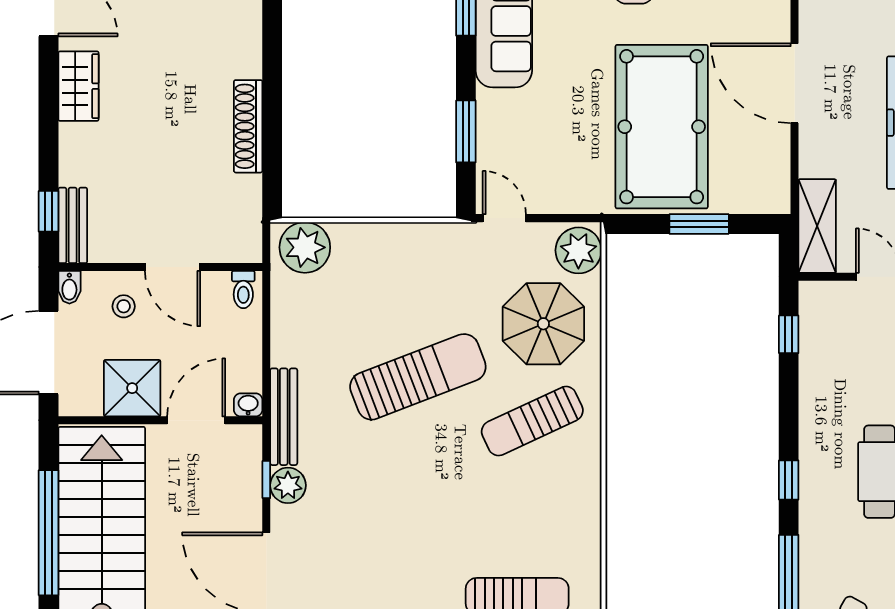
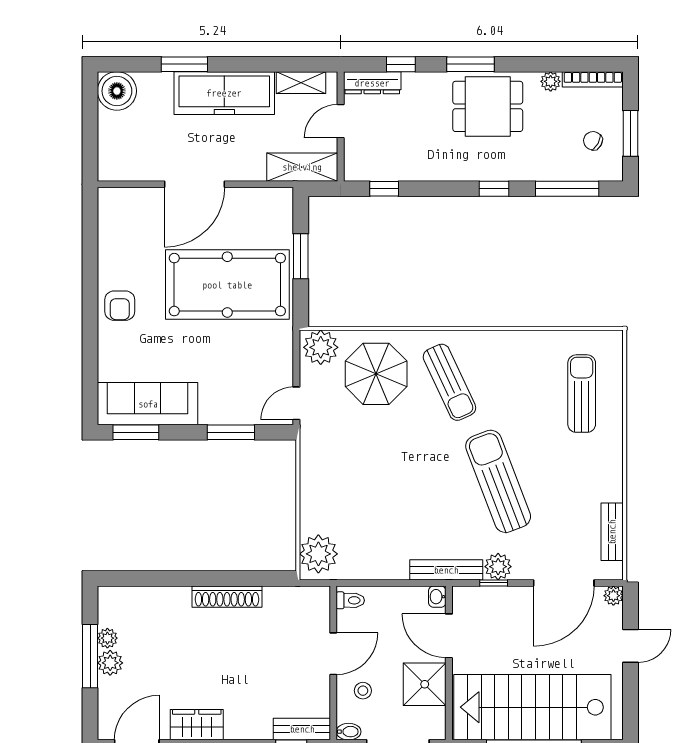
sun lounger: (418, 377) -> (498, 481), moved

